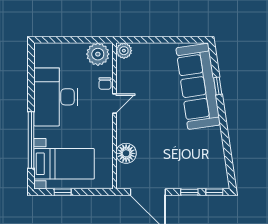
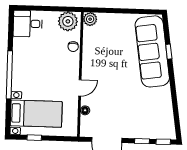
desk: (56, 97) -> (28, 24), moved, width x0.53, depth x0.77
door: (114, 104) -> (80, 88), moved
window: (31, 140) -> (9, 75), moved
floor lamp: (126, 153) -> (85, 110), width x0.53, depth x0.53

